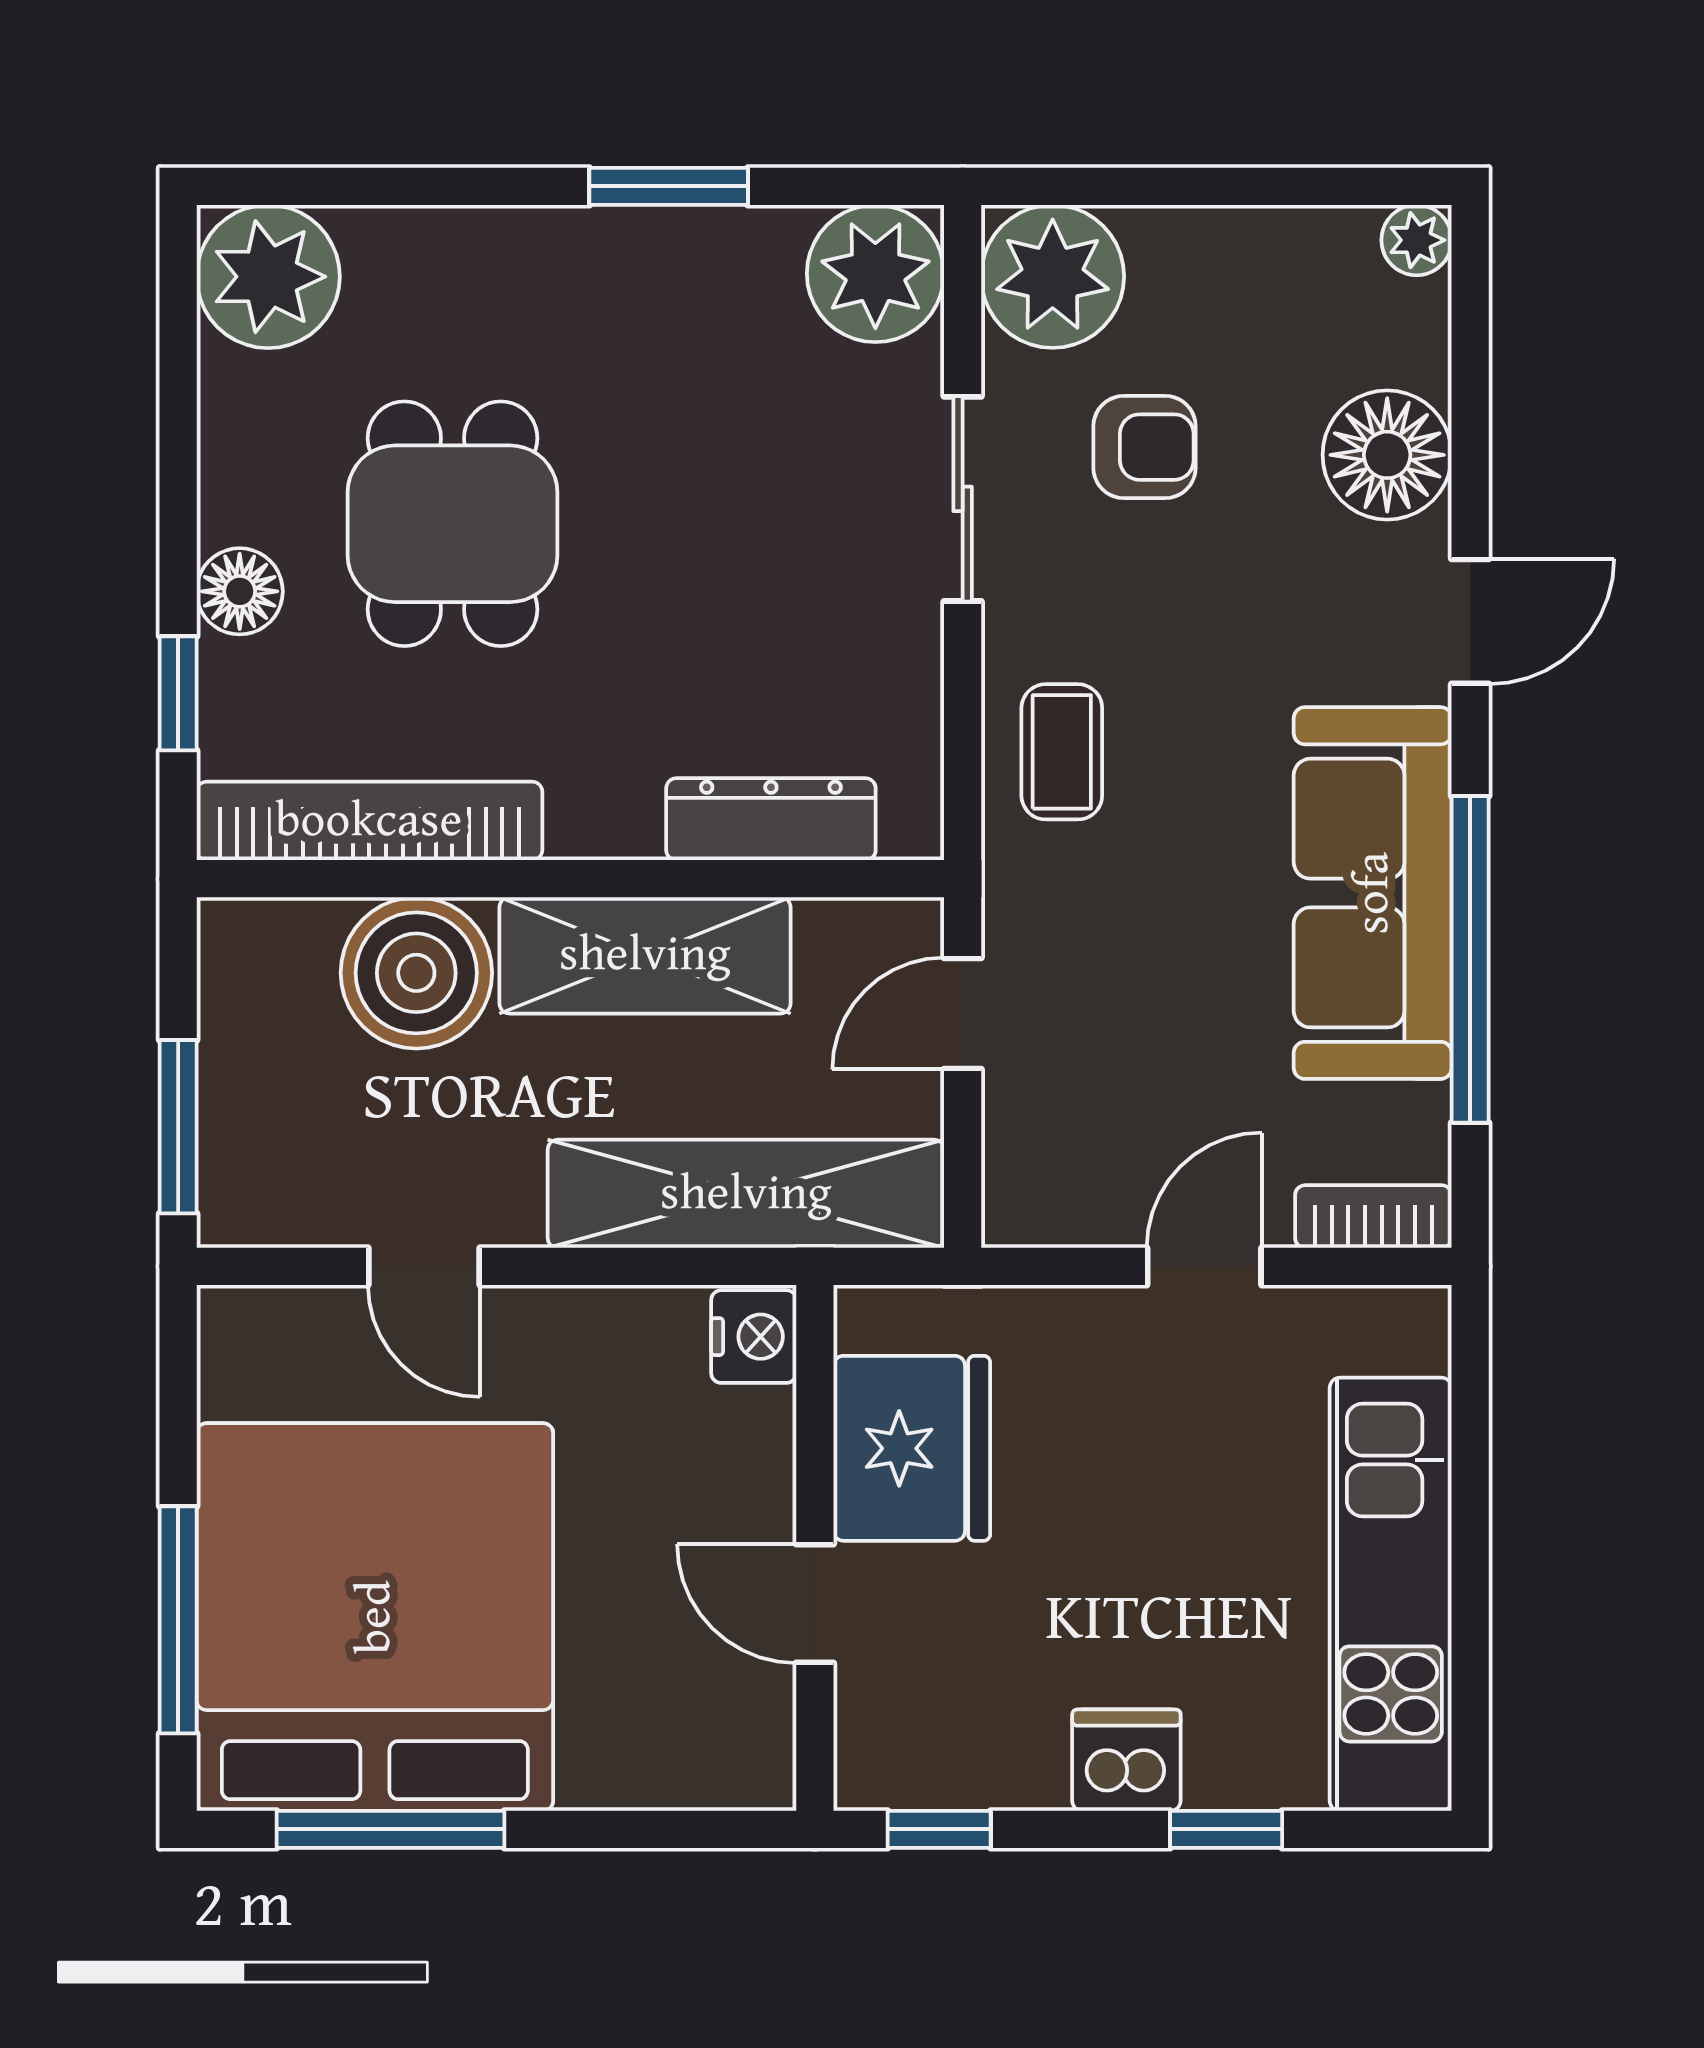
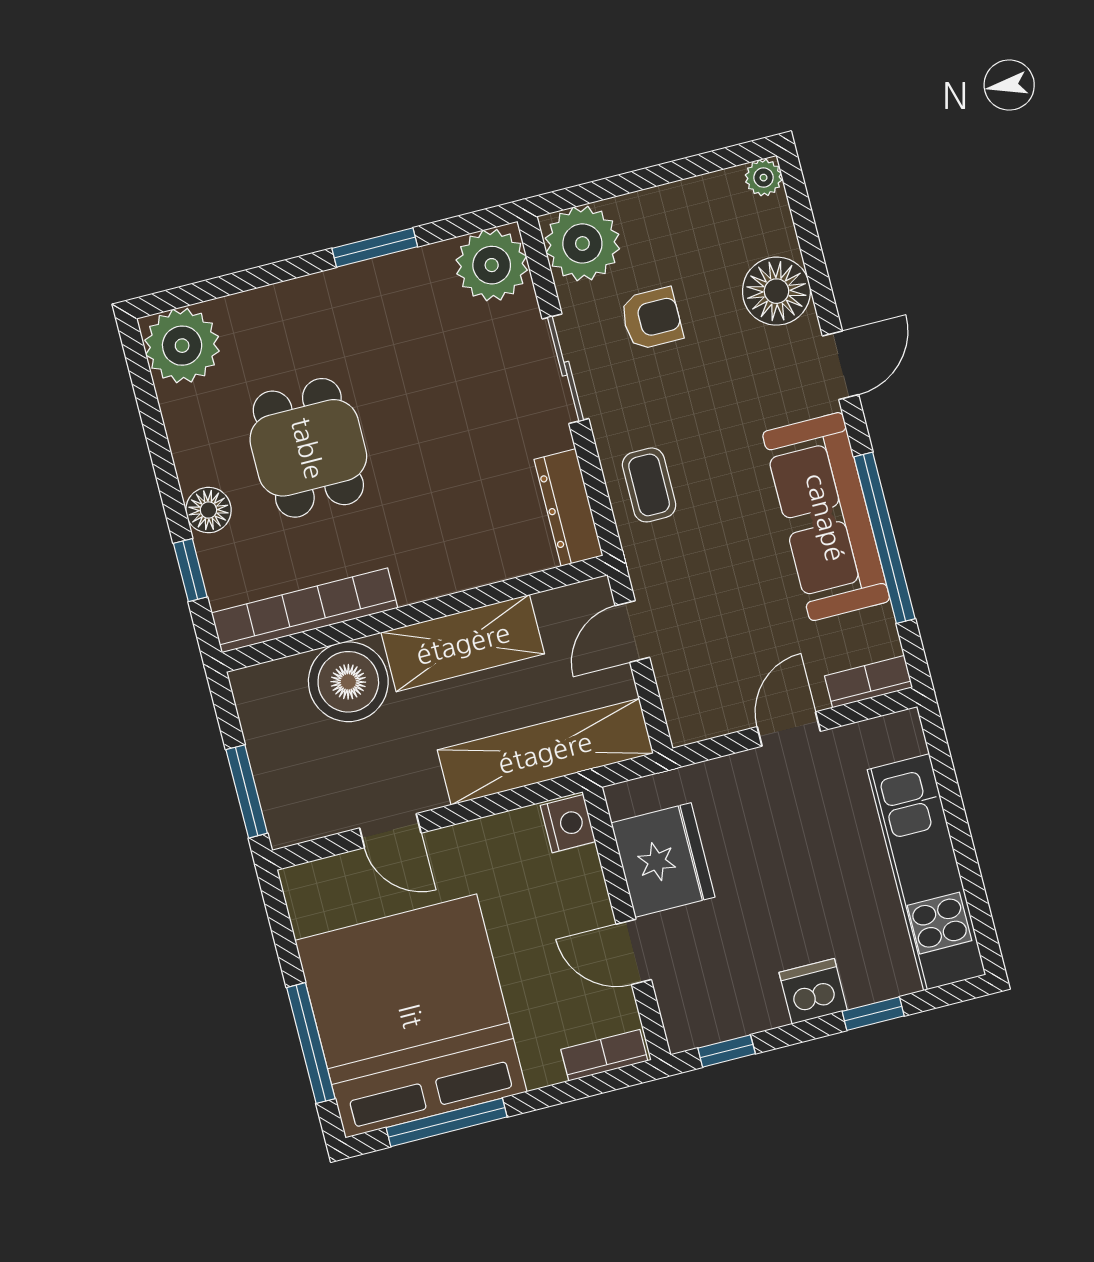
dresser: (771, 819) -> (569, 507), moved, turned -90
bookcase: (712, 1780) -> (604, 1055), added

